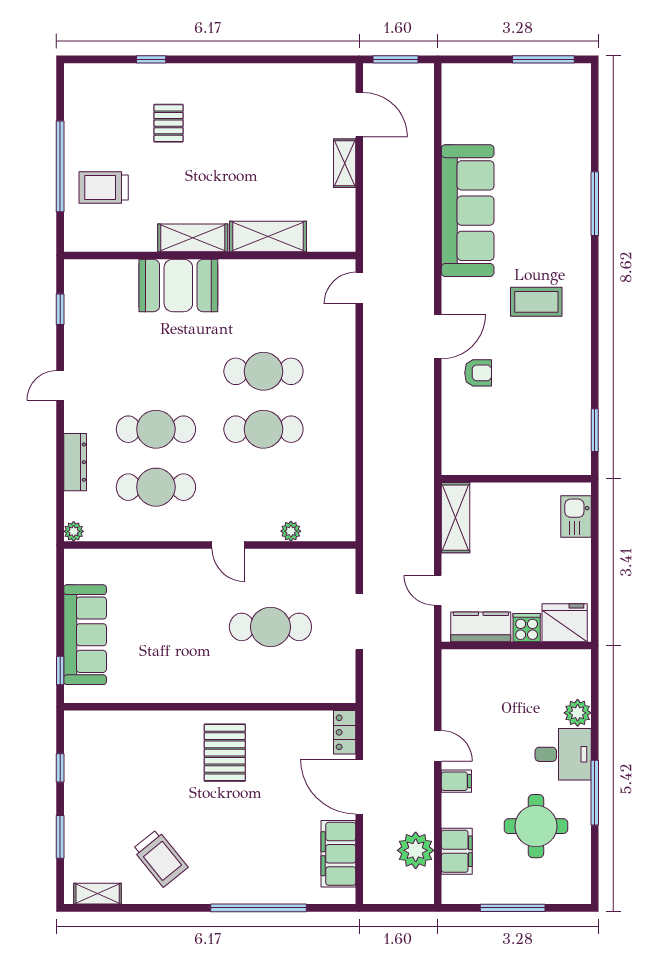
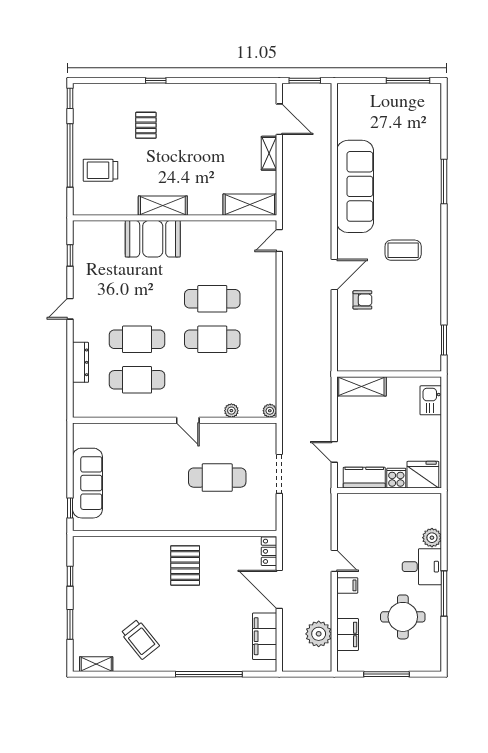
window: (151, 59) -> (156, 81), moved
window: (60, 85) -> (70, 98), added
shelving: (268, 237) -> (250, 205), moved
shelving: (456, 518) -> (361, 386), moved, turned 90
plant: (74, 531) -> (270, 411), moved

